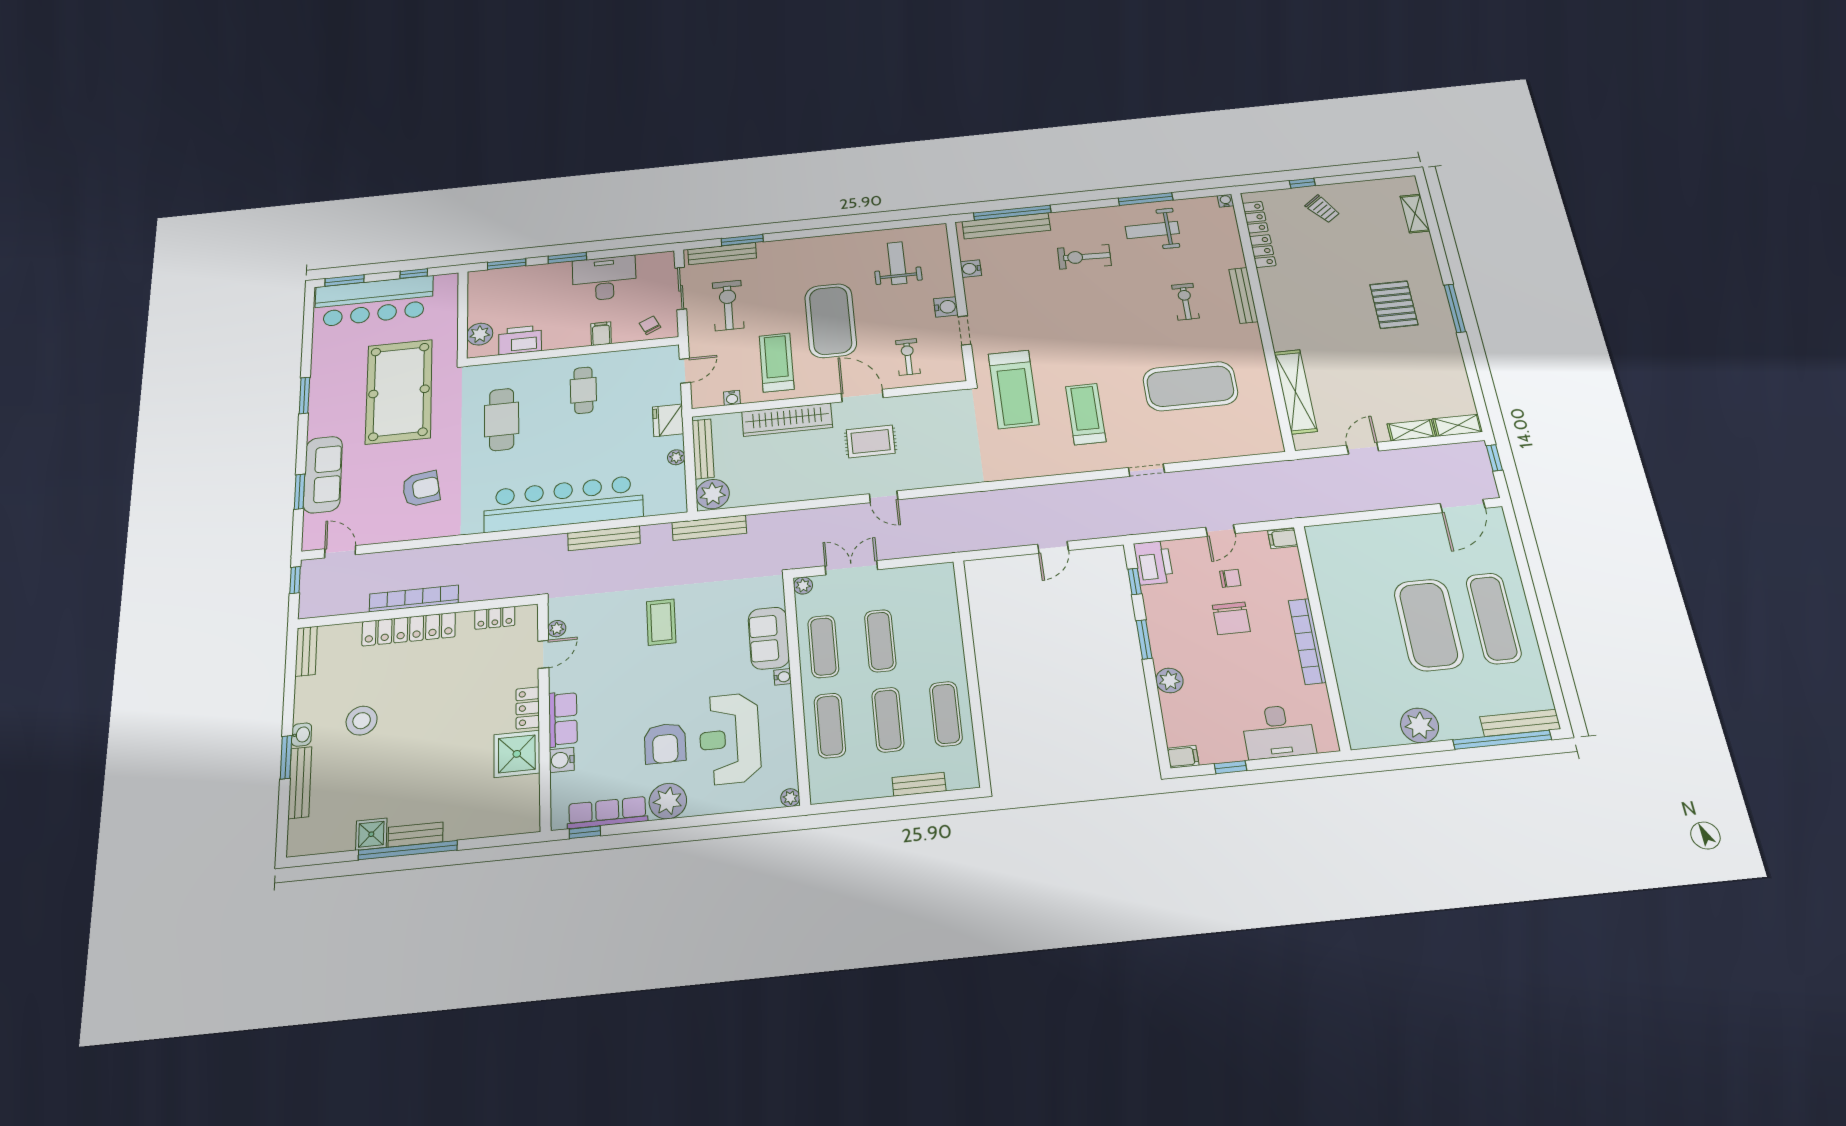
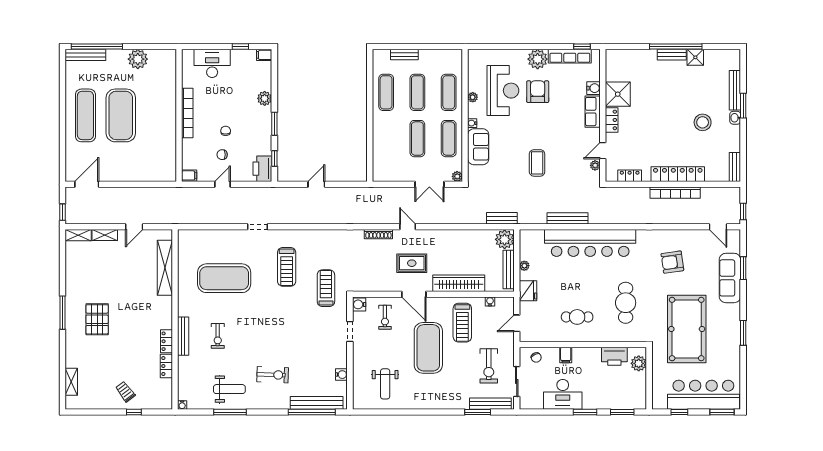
locker: (1255, 217) -> (166, 341), moved
water cooler: (946, 307) -> (359, 304), moved
treadmill: (1013, 389) -> (326, 288), width x0.73, depth x0.73
cafe table: (583, 390) -> (577, 317), turned 90
shoe rack: (933, 480) -> (378, 234), added
bench: (709, 528) -> (502, 218), width x0.73
chair: (1231, 618) -> (226, 131), width x0.54, depth x0.54
plant: (790, 798) -> (473, 97), moved

